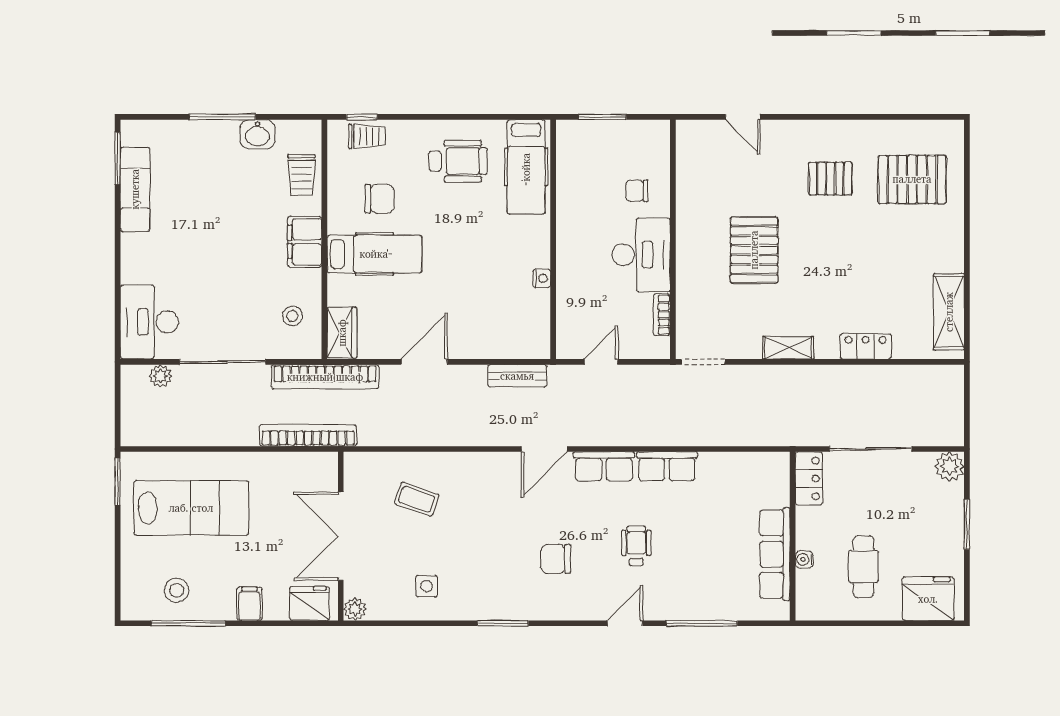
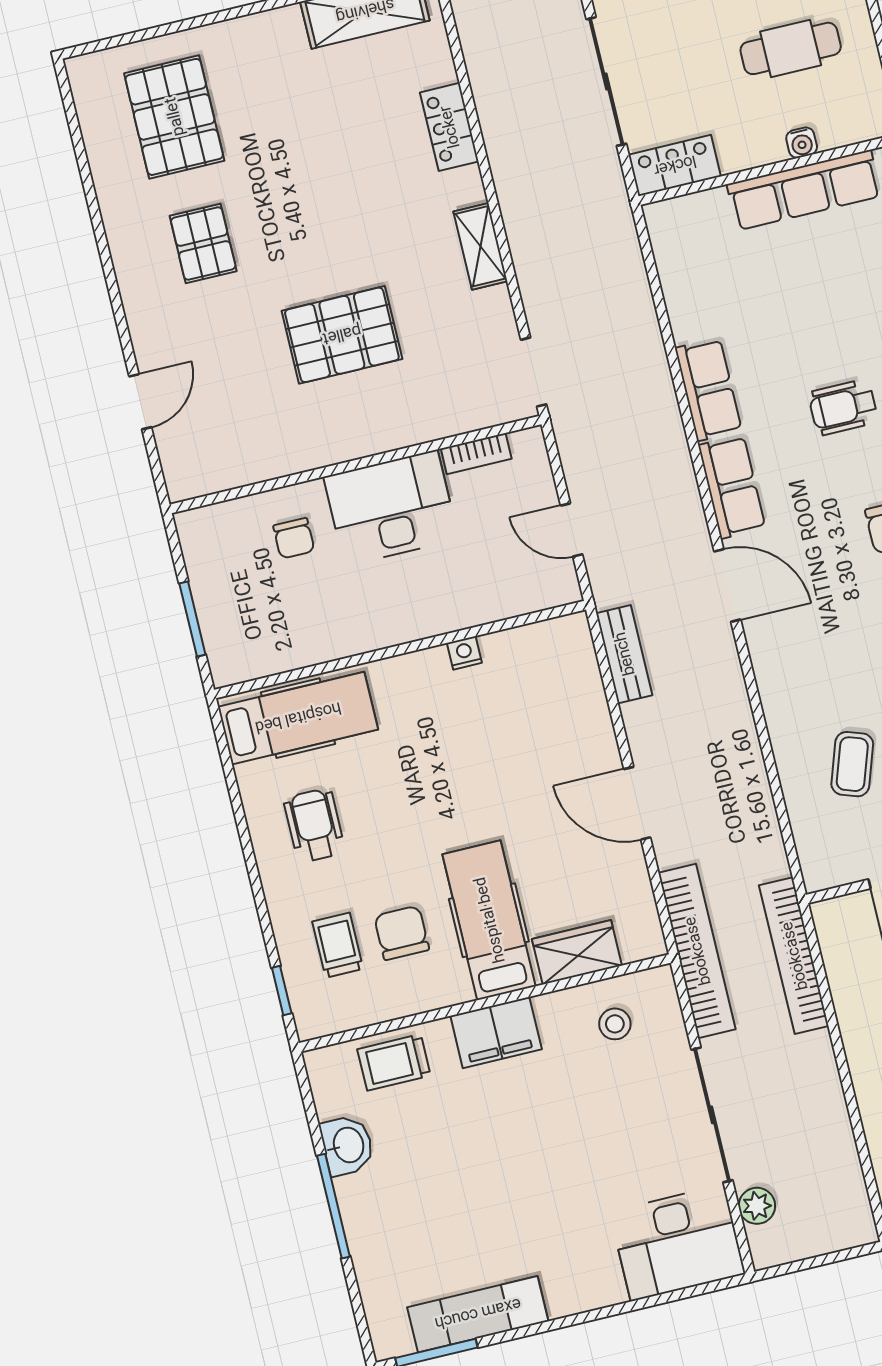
trolley: (367, 136) -> (338, 945), moved
wheelchair: (458, 161) -> (314, 825), width x0.73, depth x0.73
trolley: (301, 175) -> (394, 1062), turned 180
wardrobe: (342, 333) -> (577, 952), moved

